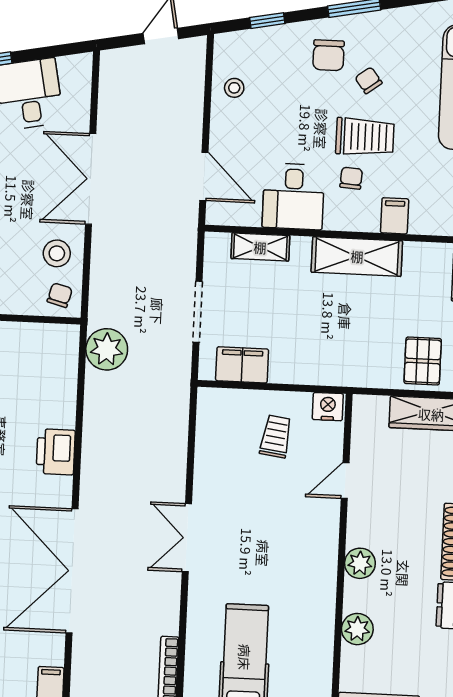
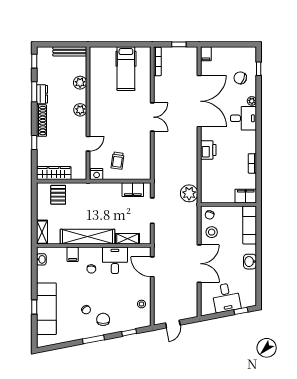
trolley: (365, 137) -> (87, 286), removed
shelving: (357, 256) -> (88, 237), width x1.47

